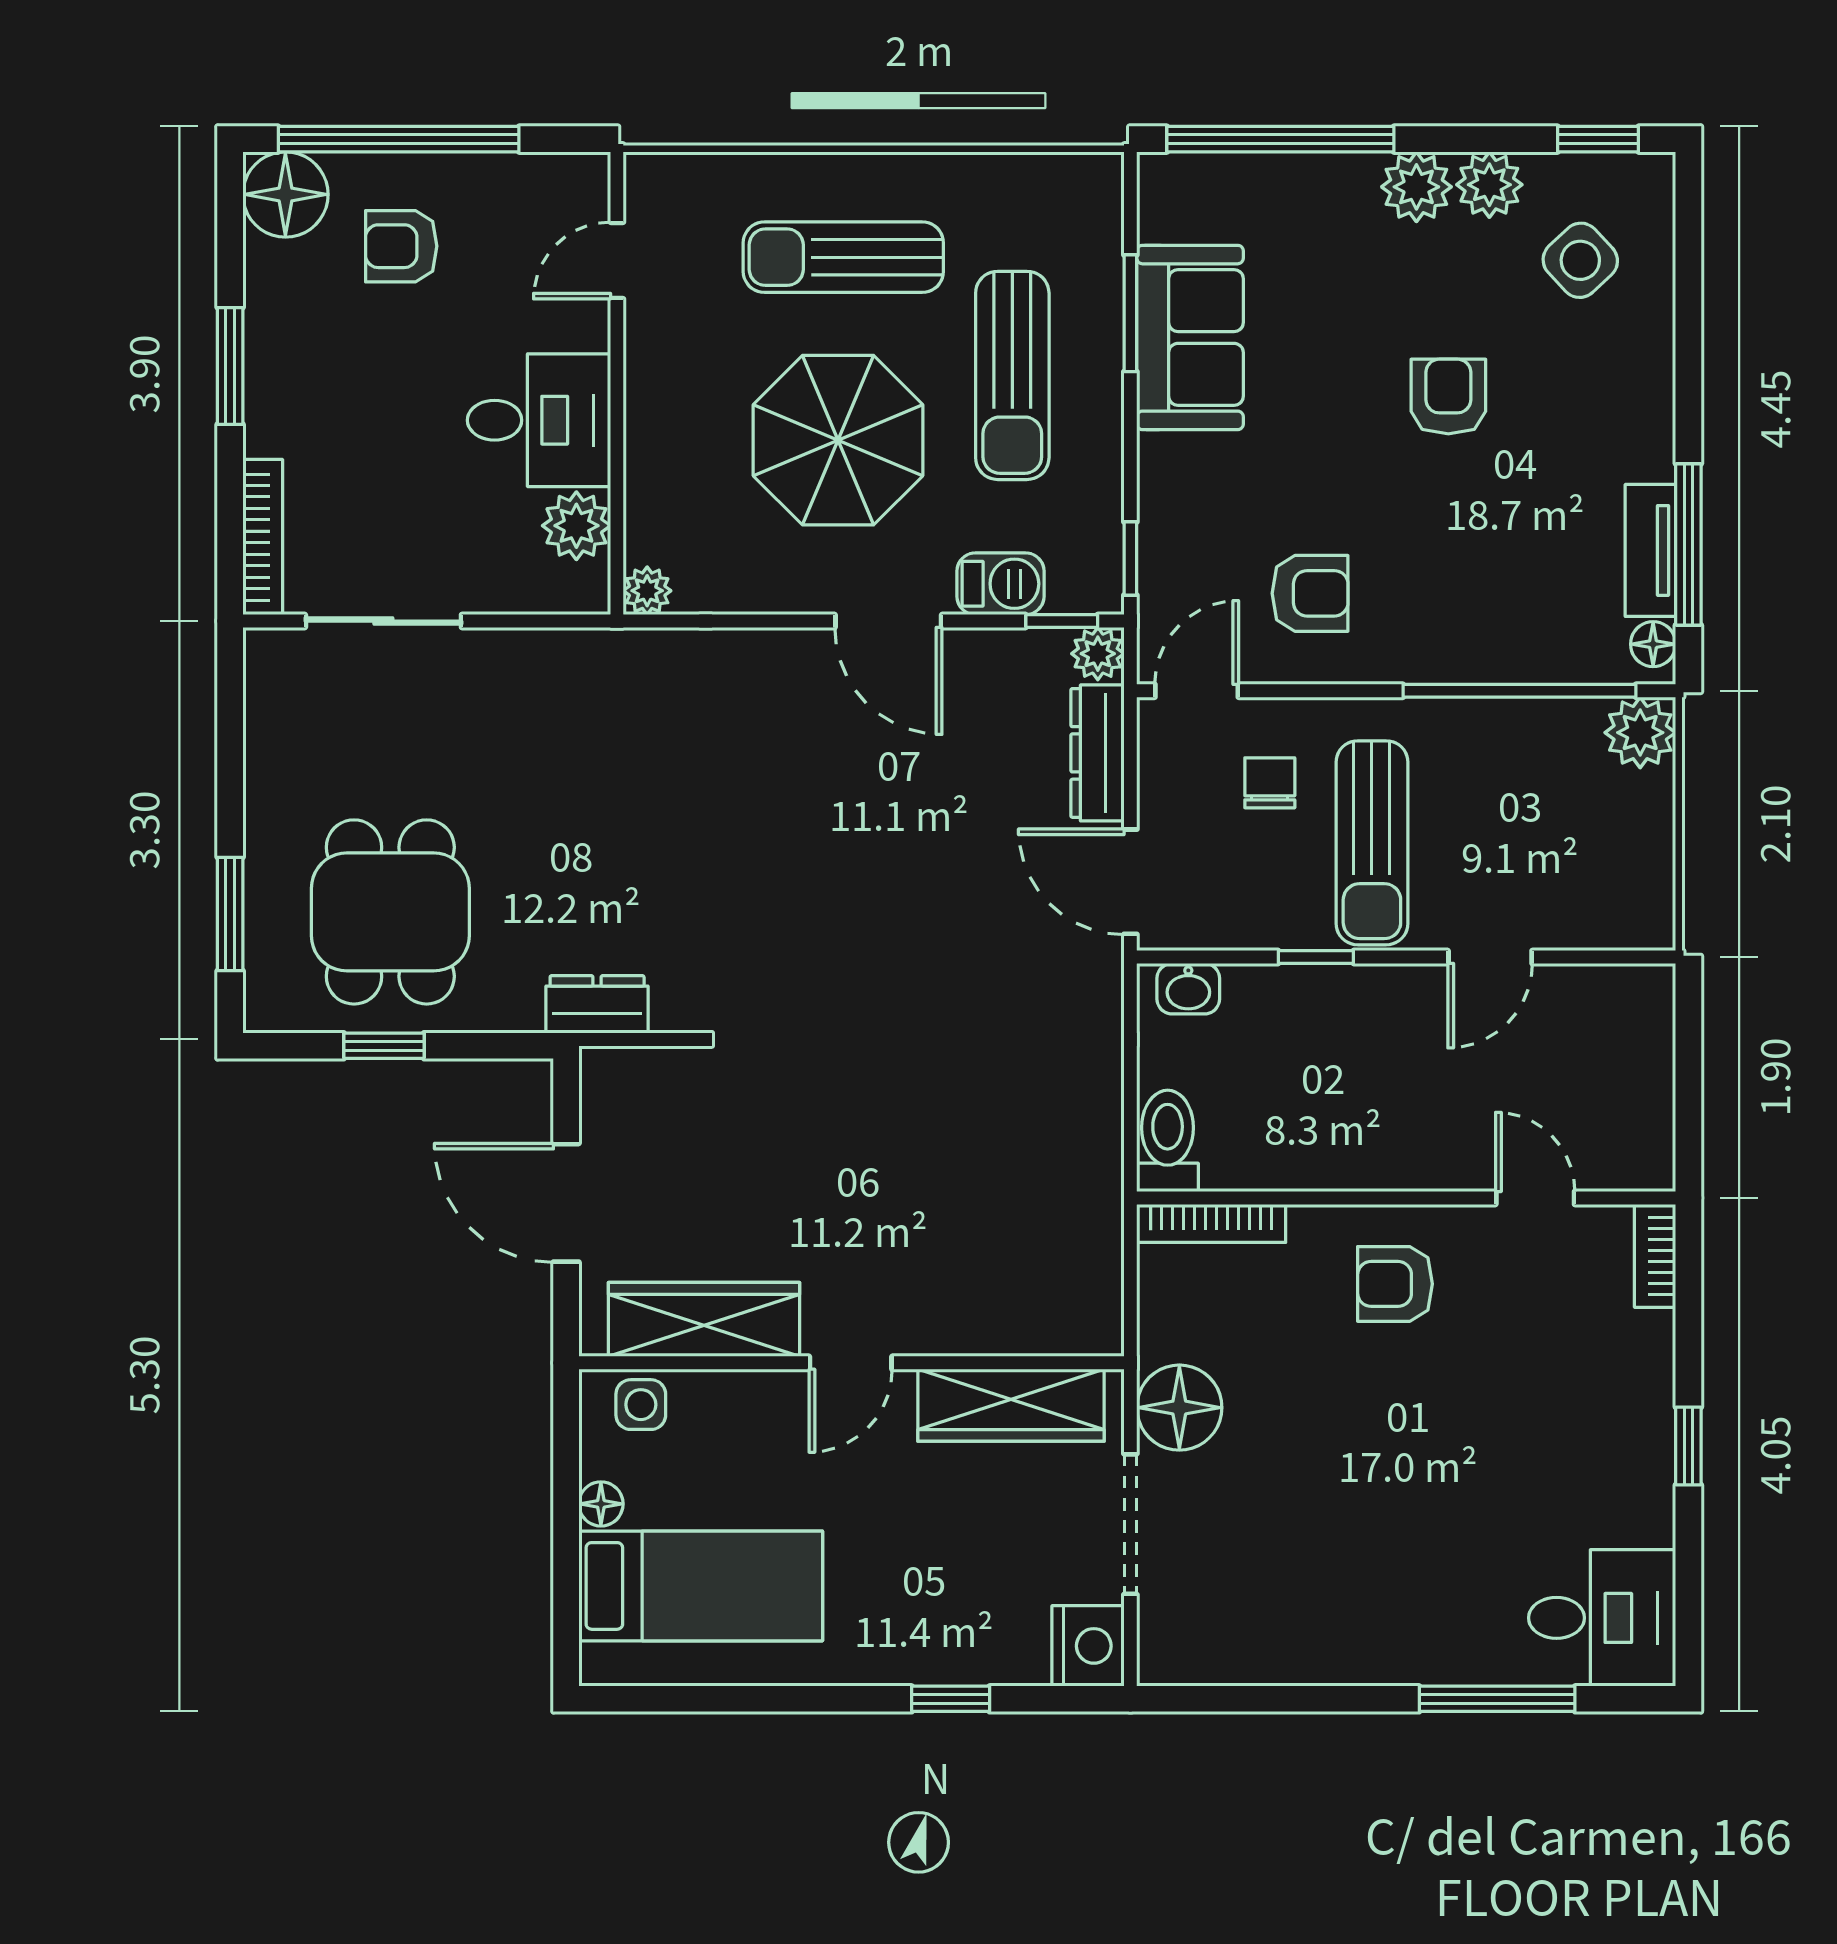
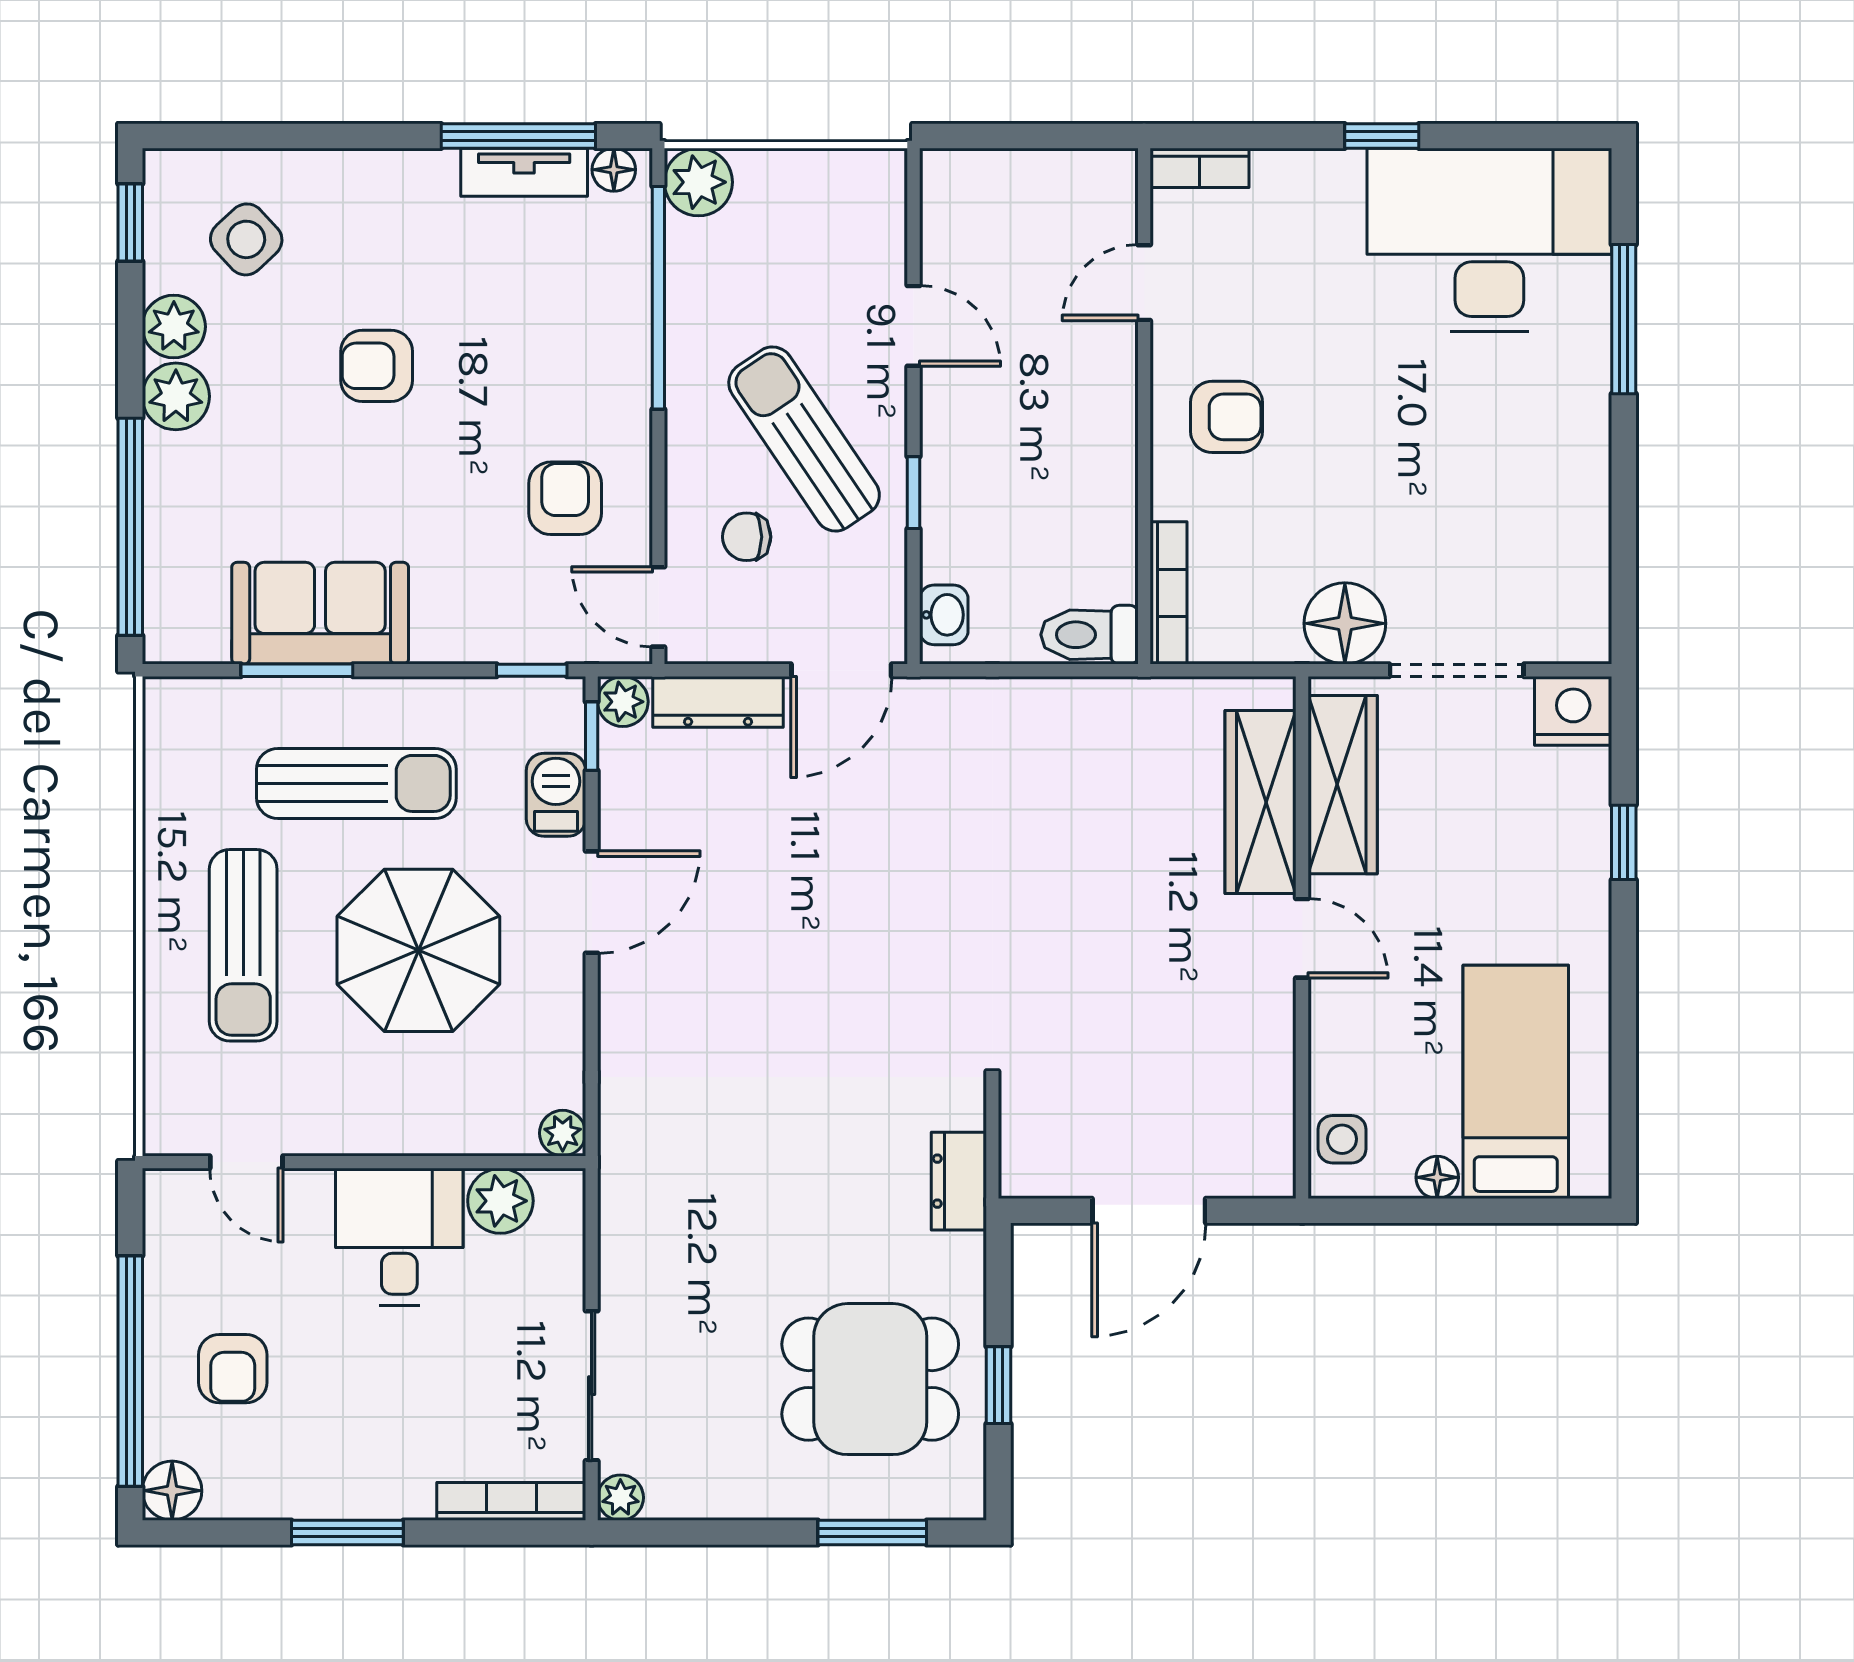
floor lamp: (285, 194) -> (172, 1491), width x0.73, depth x0.73
plant: (267, 651) -> (620, 1498), added
sun lounger: (1372, 843) -> (804, 439), turned -124
armchair: (1395, 1284) -> (1227, 417), turned -90
wardrobe: (704, 1319) -> (1261, 802), moved
desk: (1602, 1618) -> (1489, 240), width x1.87, depth x1.30

